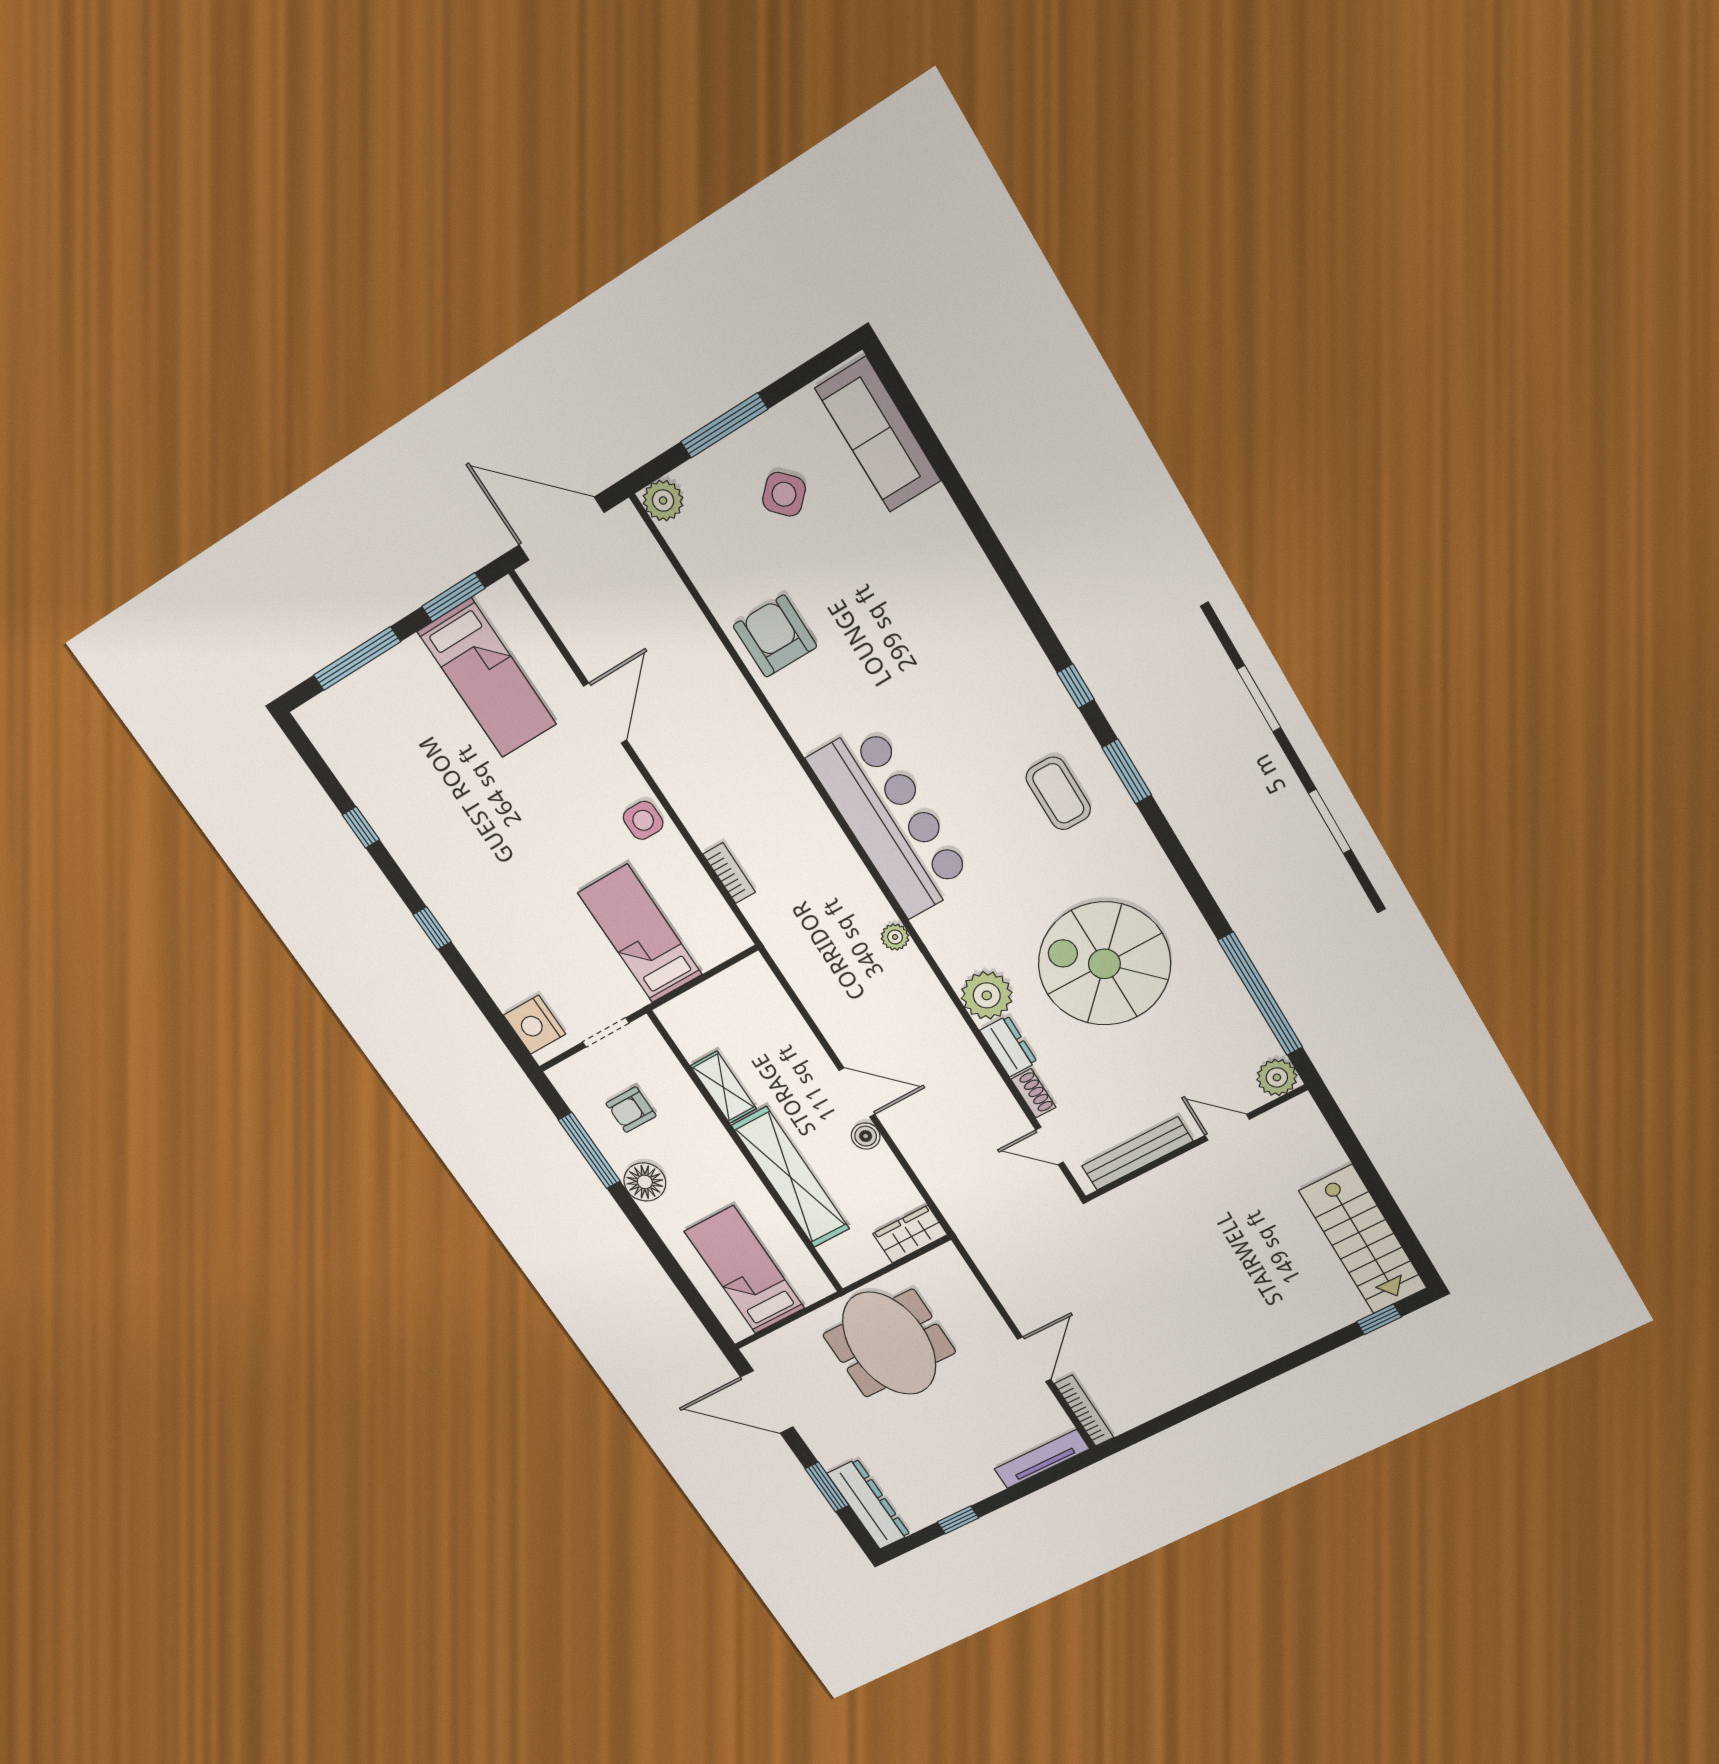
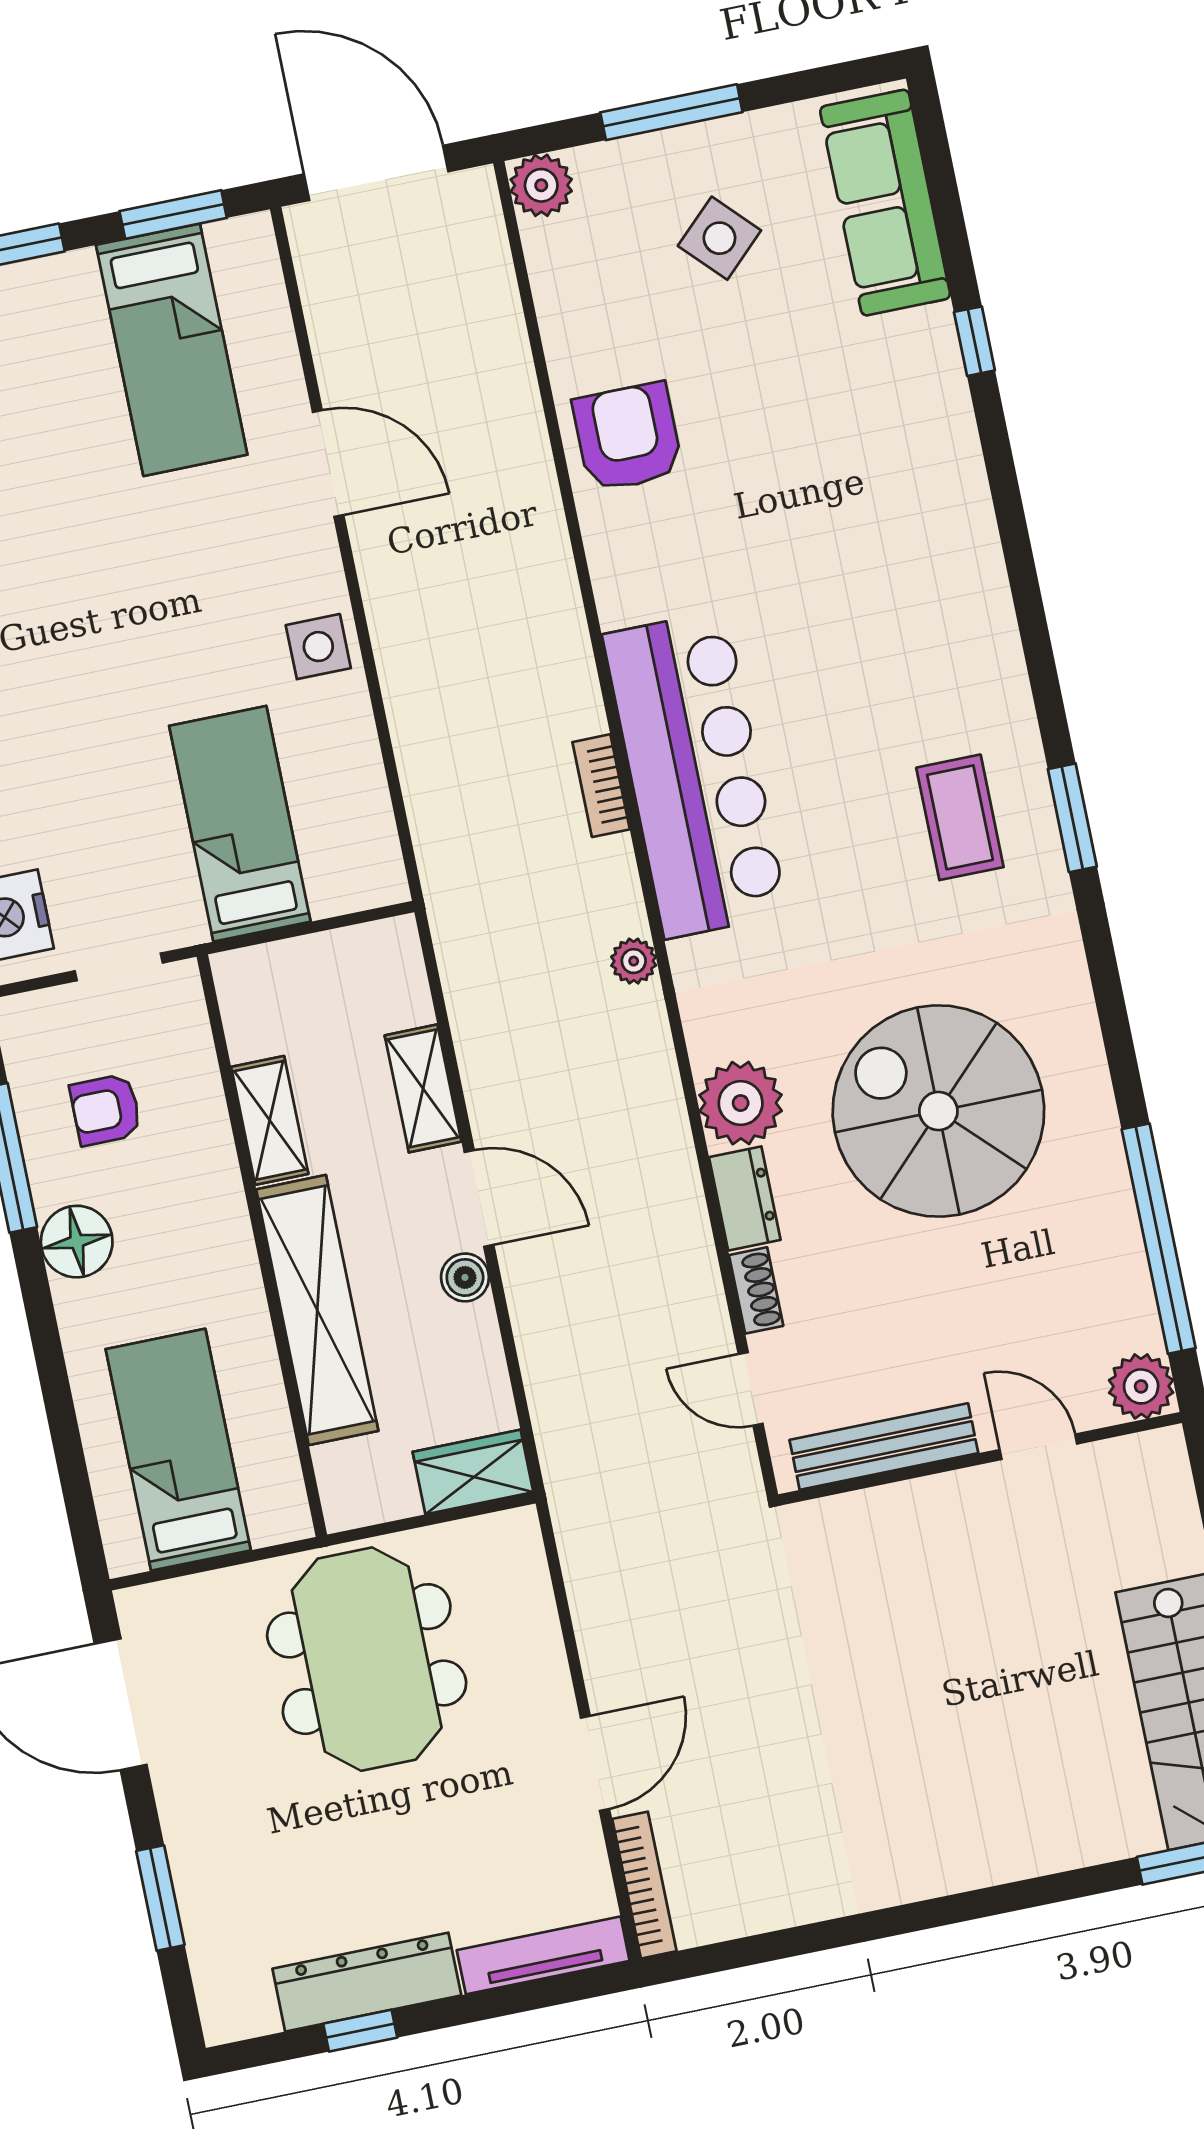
window: (1076, 686) -> (974, 341), moved
door: (605, 713) -> (328, 464), hinge flipped
bookcase: (729, 873) -> (601, 786), moved, turned 180
shelving: (802, 1044) -> (423, 1088), added
dresser: (869, 1504) -> (367, 1982), moved, turned -90

